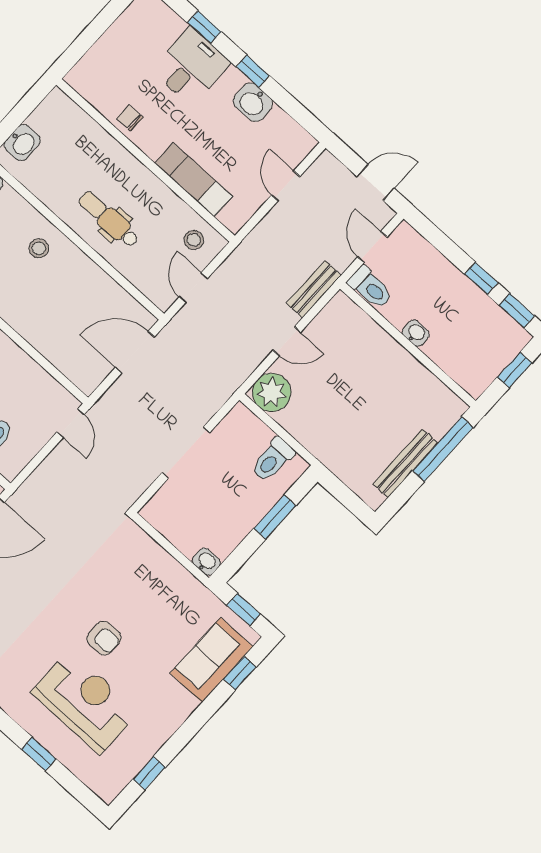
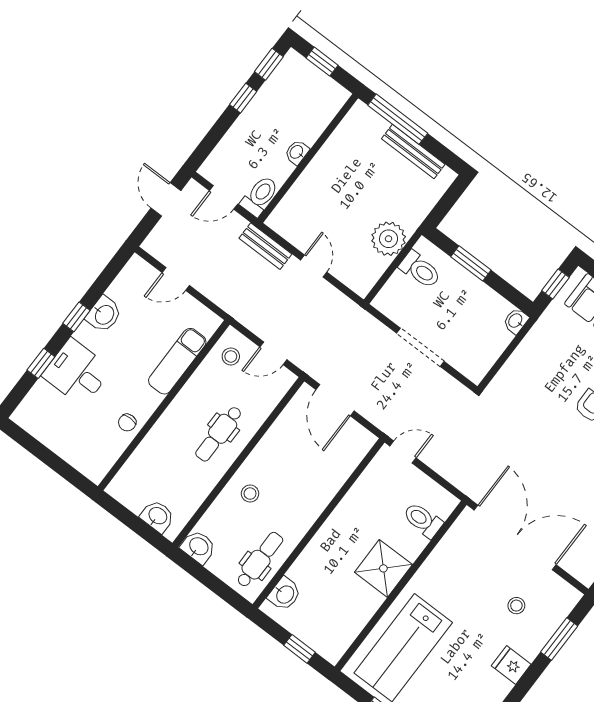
plant: (272, 392) -> (389, 239), moved

